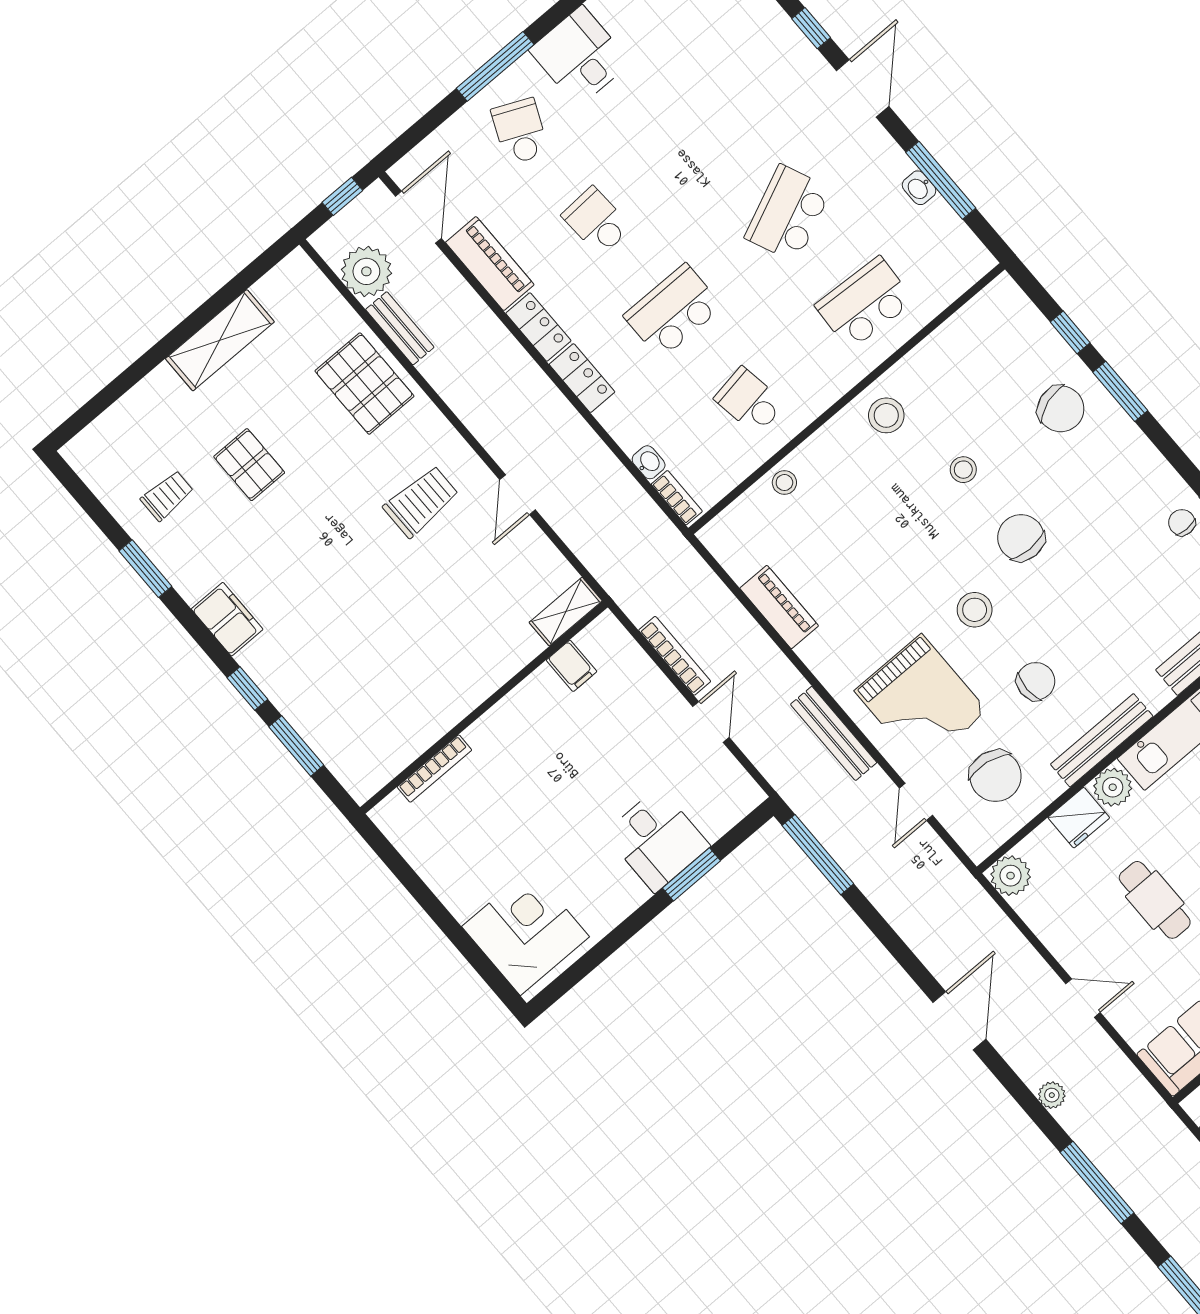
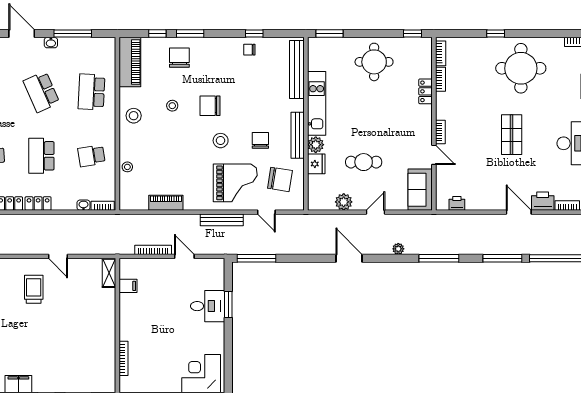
washbasin: (919, 188) -> (51, 43), moved
piano: (977, 327) -> (130, 62), added
chair: (1061, 409) -> (179, 58), turned -72
plant: (1011, 876) -> (344, 202), moved

